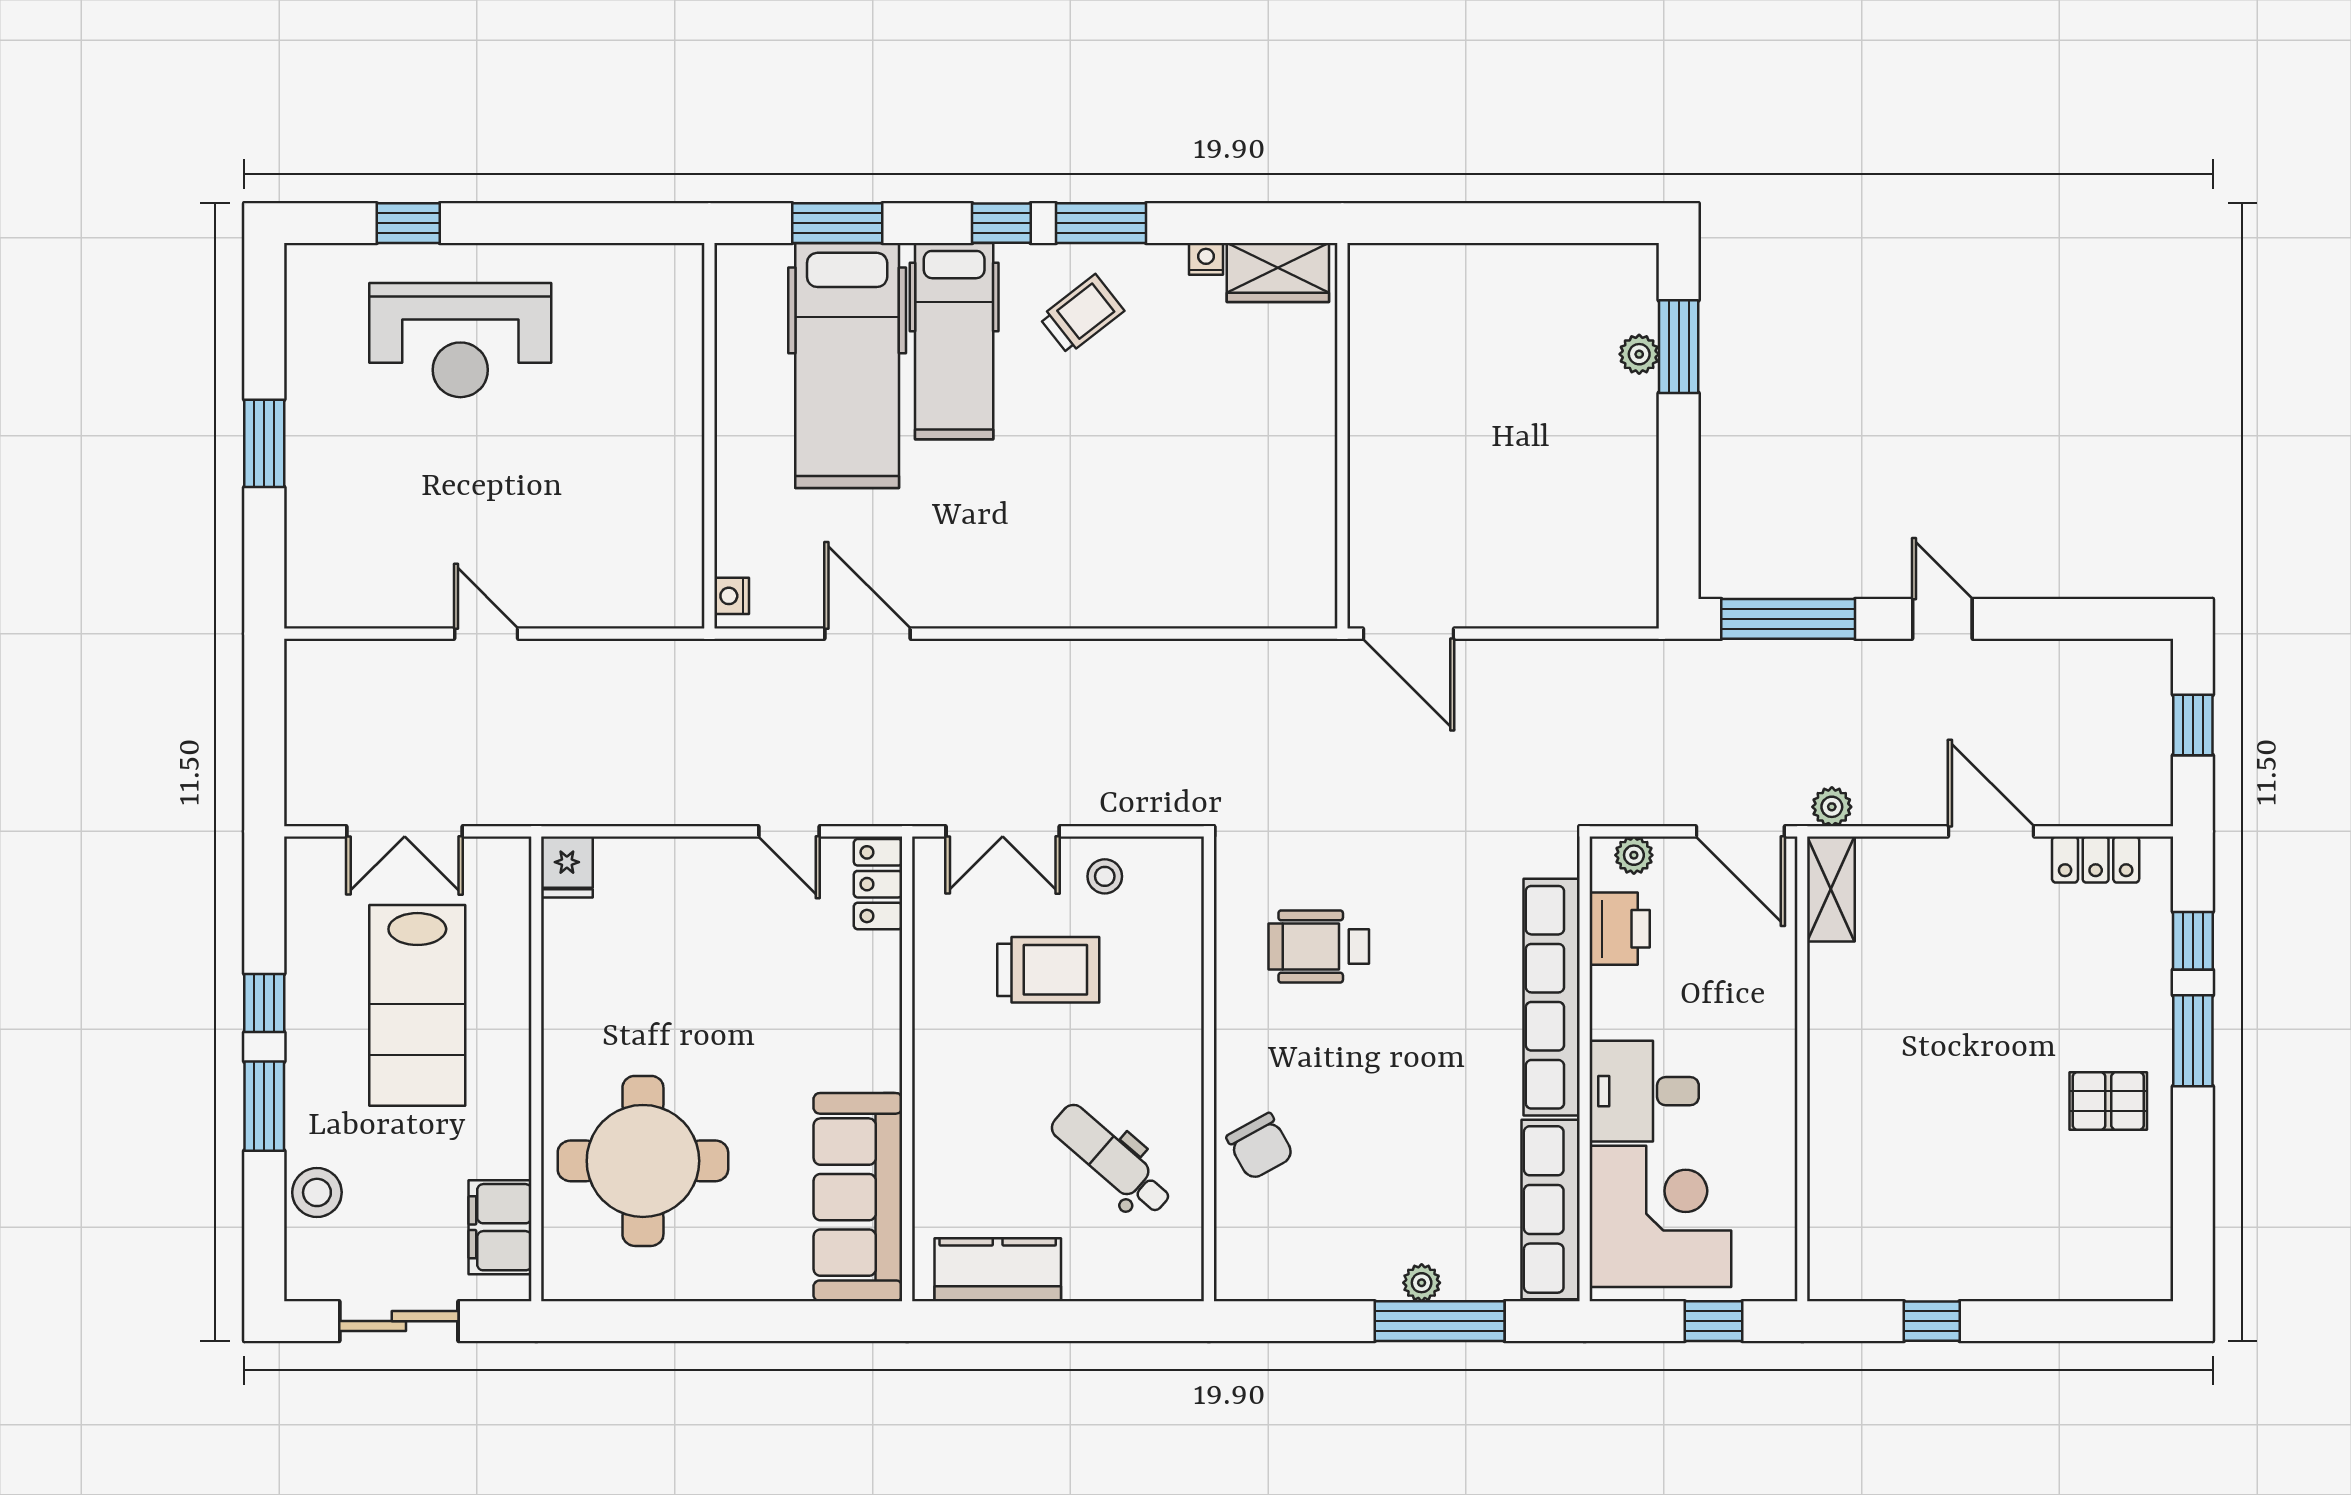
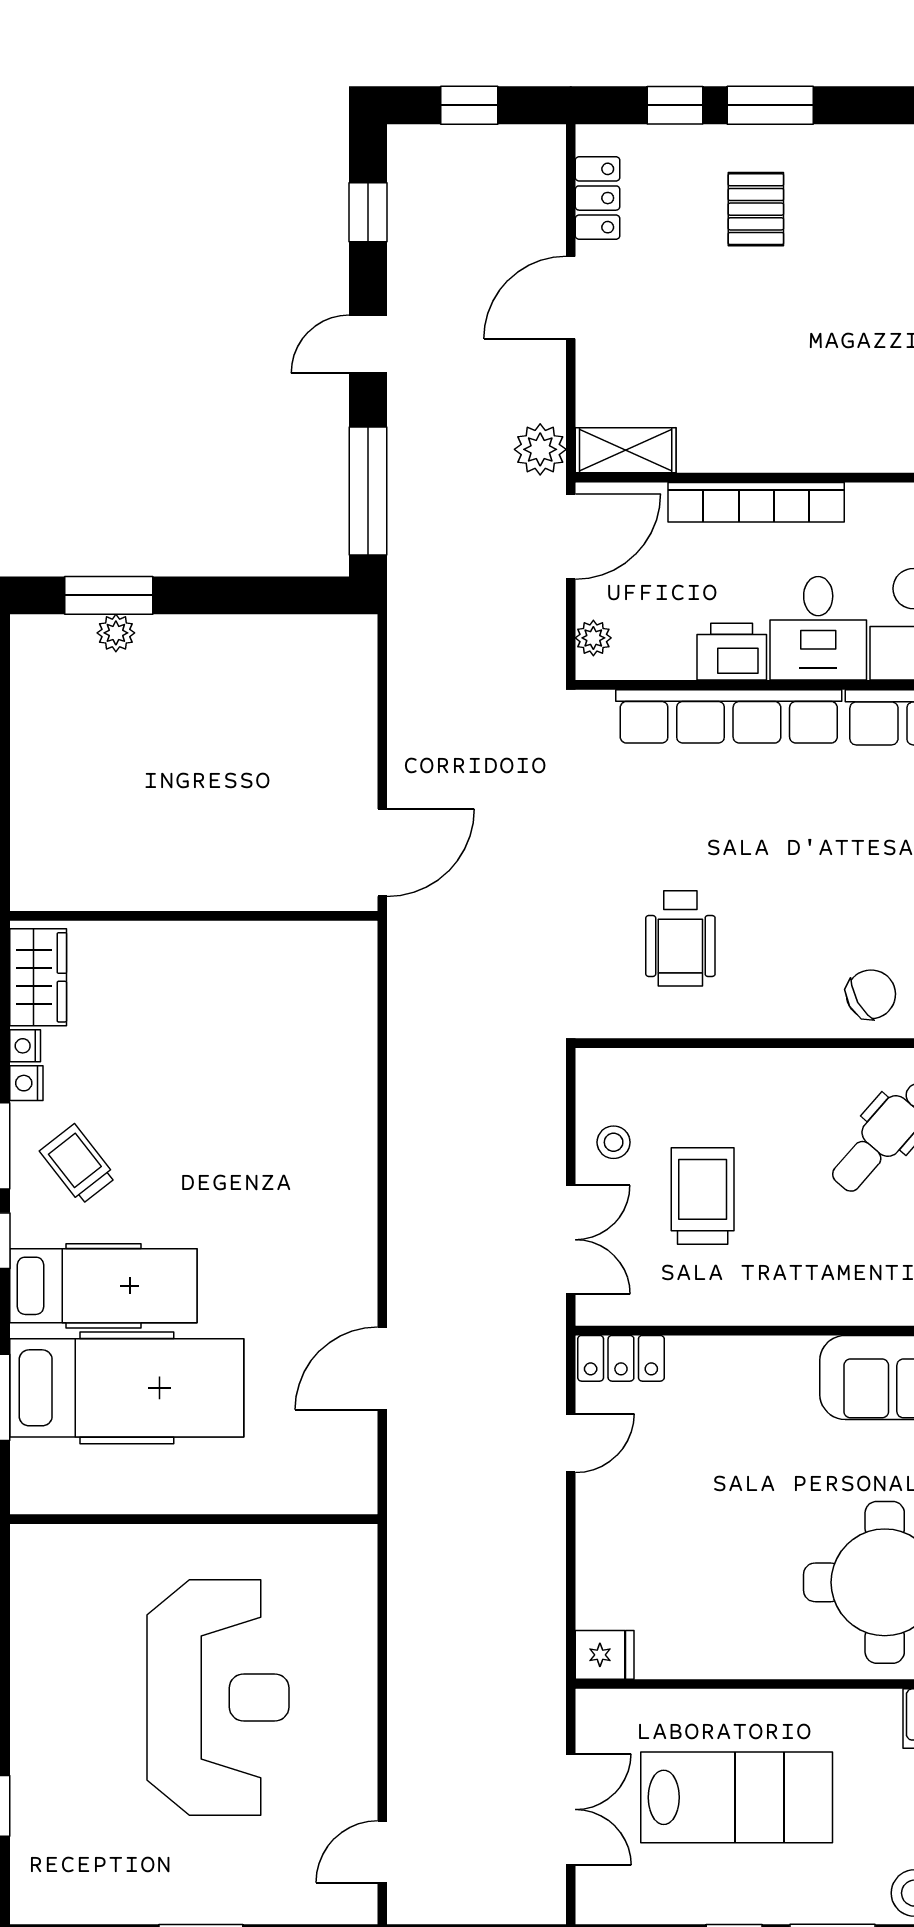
reception desk: (460, 340) -> (218, 1697), moved, width x1.36, depth x1.30
nightstand: (732, 596) -> (26, 1083), moved, turned 90
window: (2081, 619) -> (368, 212), added
door: (486, 634) -> (382, 1852), moved
plant: (1832, 807) -> (540, 449), width x1.38, depth x1.38
printer: (1620, 929) -> (732, 652), moved
bookcase: (1776, 1026) -> (756, 502), added
pallet: (2108, 1101) -> (756, 209), moved

